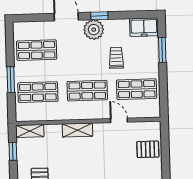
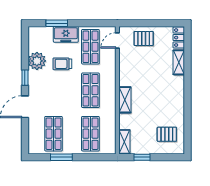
freezer: (144, 27) -> (66, 34), moved, turned 90
plant: (94, 30) -> (37, 61), moved
window: (11, 80) -> (61, 157), moved
door: (119, 120) -> (117, 40), moved
pallet: (148, 149) -> (144, 38), turned 90

